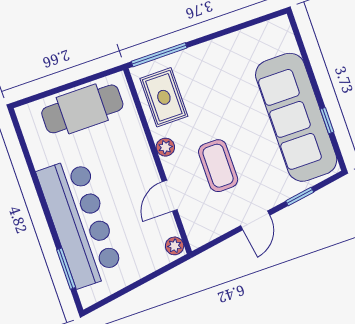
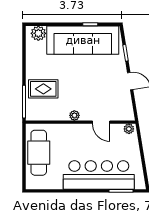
plant: (282, 39) -> (38, 33), added
rug: (164, 97) -> (43, 89), moved
coffee table: (218, 166) -> (94, 91), removed

